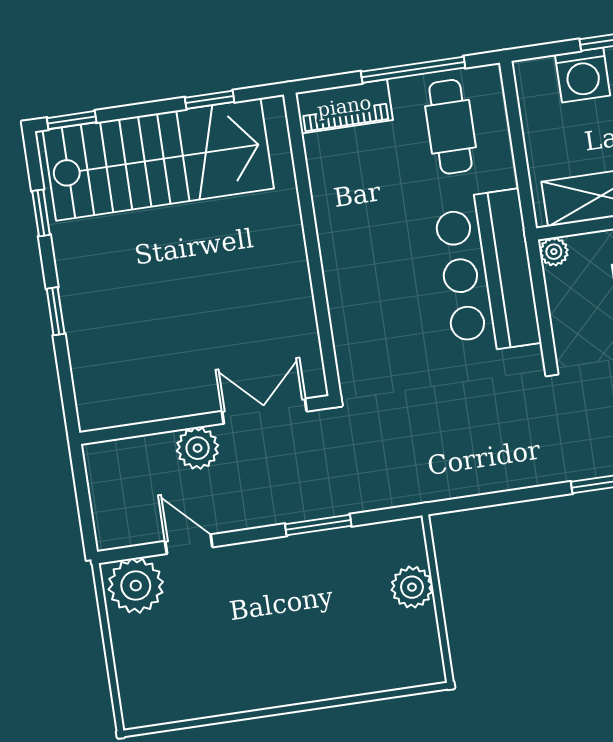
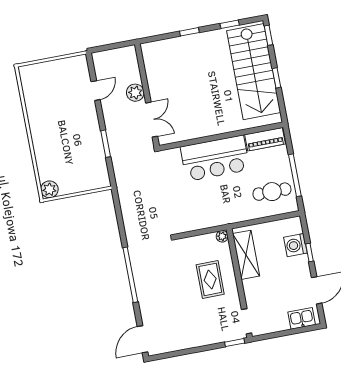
window: (210, 100) -> (276, 78), moved
piano: (344, 106) -> (265, 139), moved, turned -90
bar counter: (487, 272) -> (215, 158), moved, turned 180
plant: (136, 586) -> (78, 69), removed
plant: (412, 587) -> (49, 189), moved

